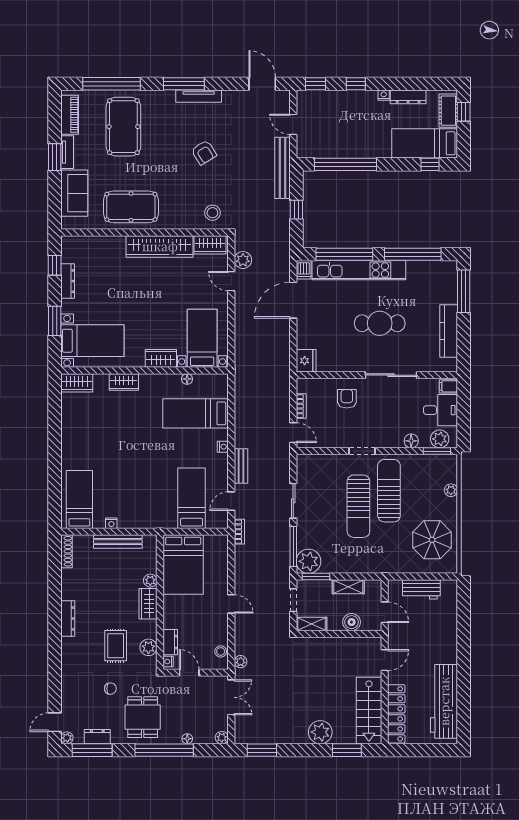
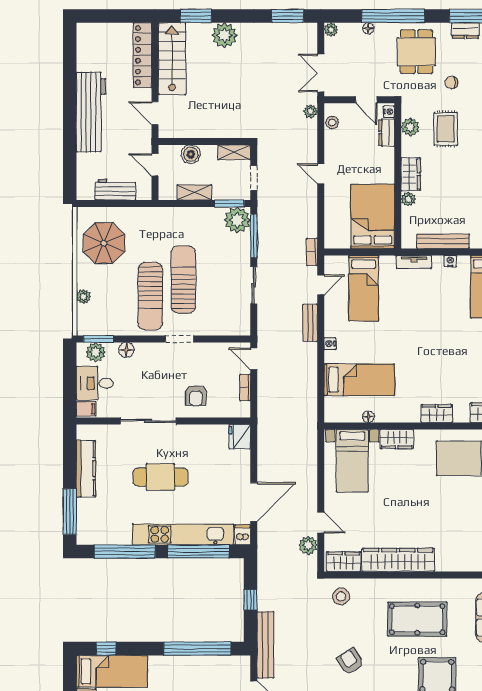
pool table: (131, 207) -> (417, 619), moved
tv unit: (145, 522) -> (414, 262), added
door: (385, 660) -> (155, 113), hinge flipped
workbench: (444, 701) -> (91, 112), moved

